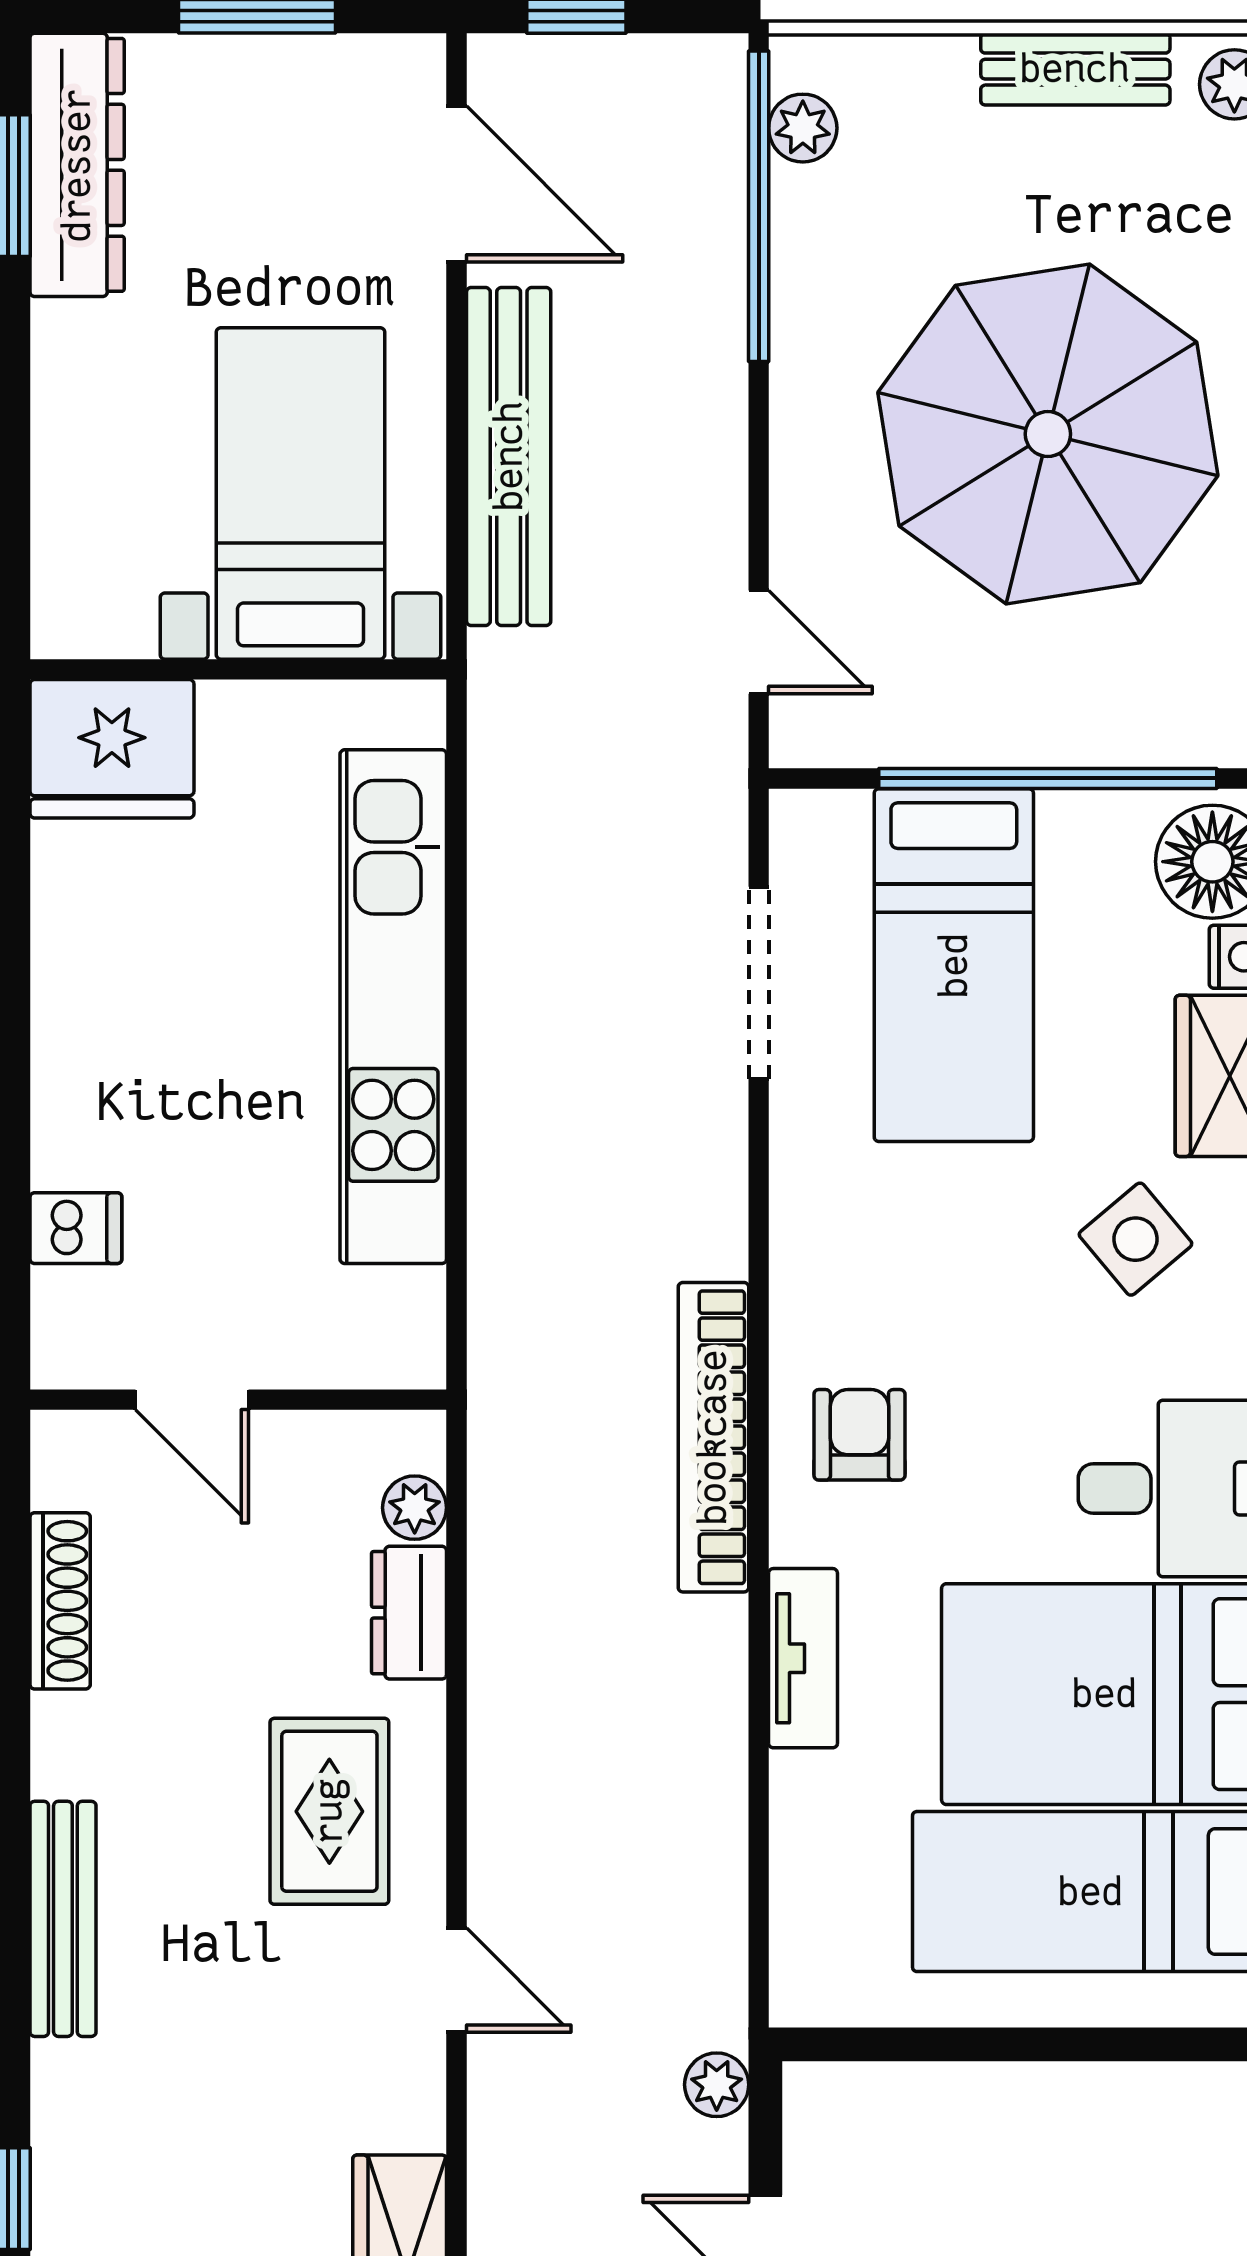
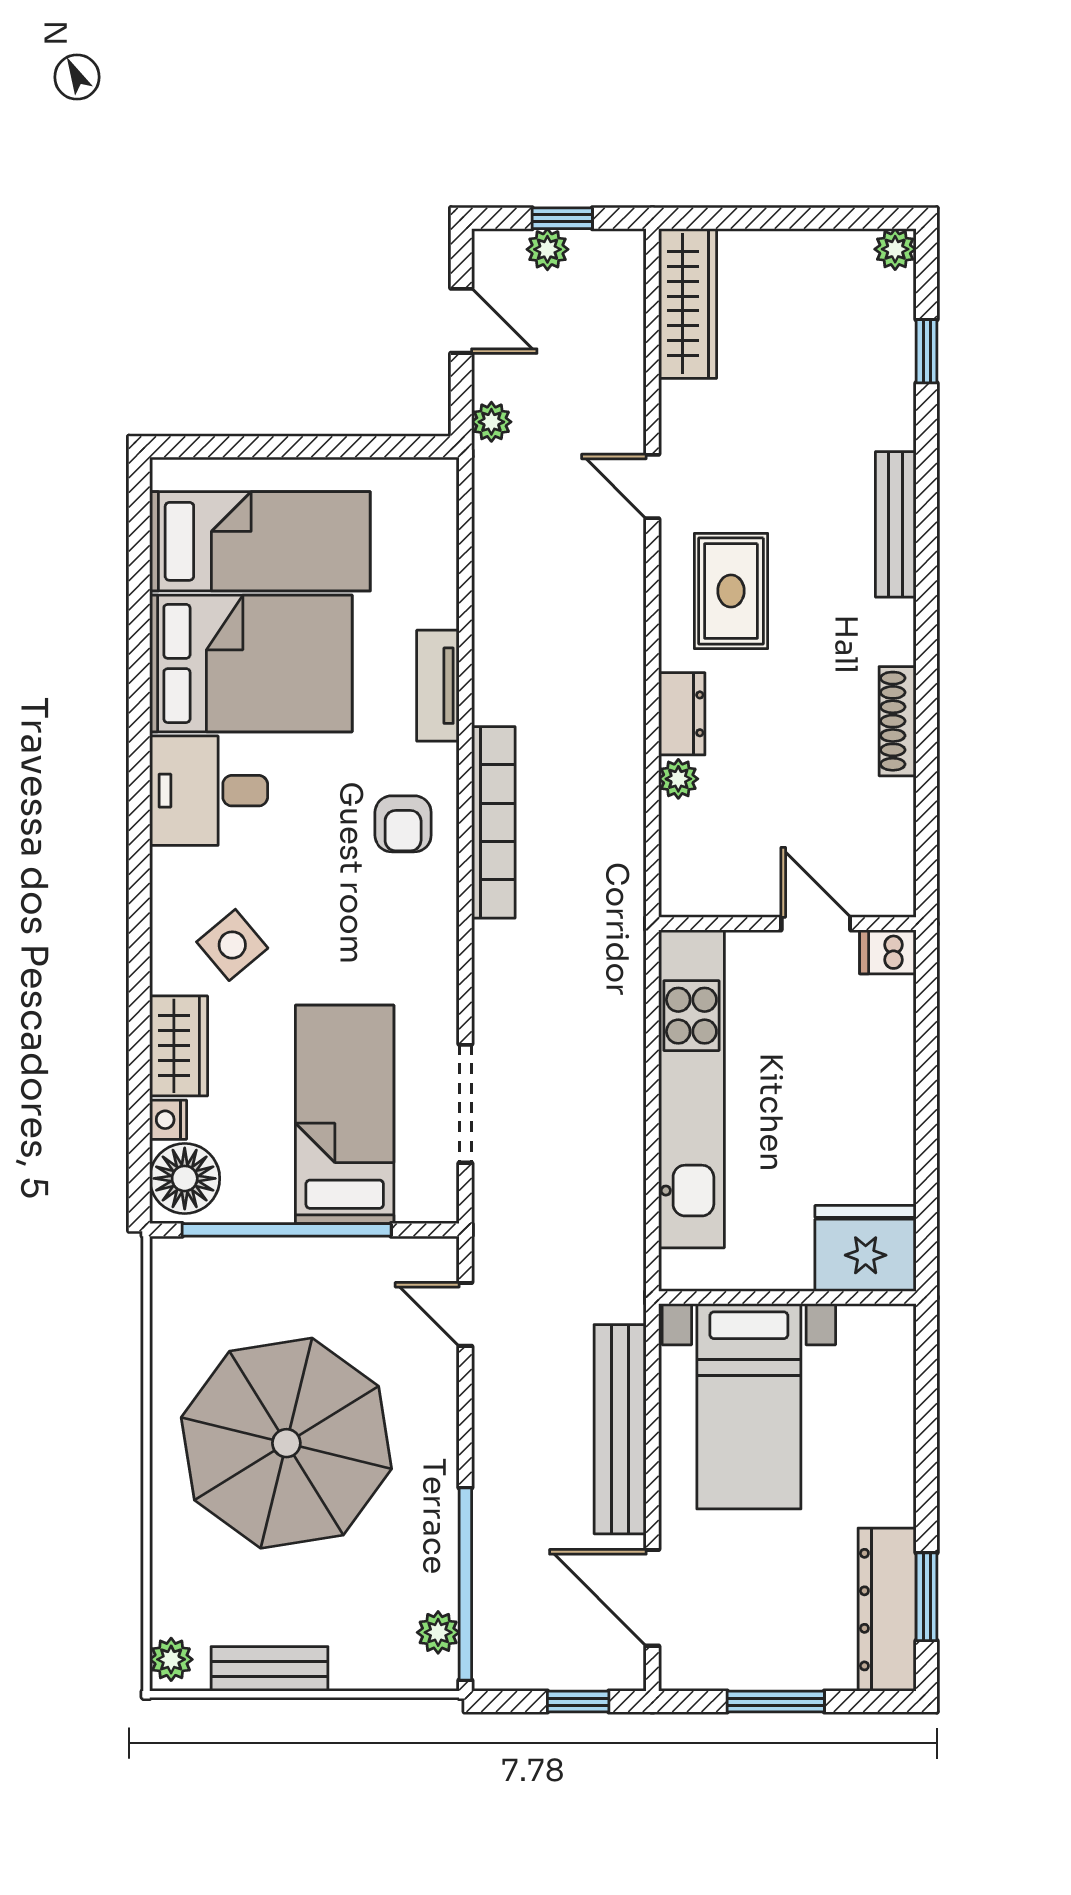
door: (192, 1400) -> (816, 924), moved
wall: (238, 1400) -> (787, 924), moved

